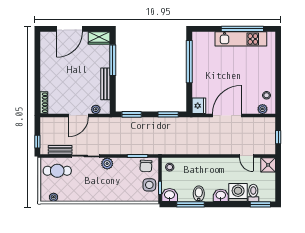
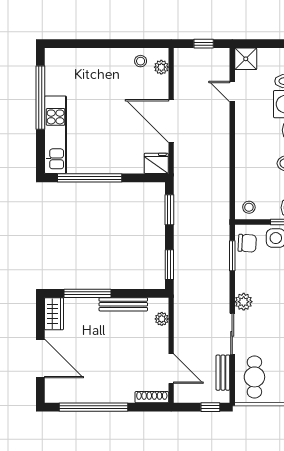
kitchen unit: (241, 39) -> (56, 135), moved
window: (37, 64) -> (93, 407), added
door: (78, 116) -> (171, 369), moved
door: (246, 156) -> (232, 92), swing flipped

